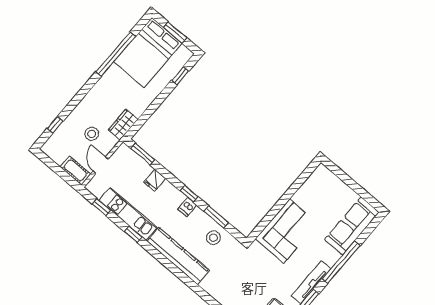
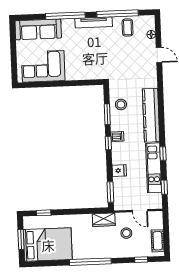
window: (116, 54) -> (90, 262), moved
door: (101, 165) -> (140, 211), hinge flipped
cot: (75, 170) -> (158, 241), moved
corner sofa: (287, 231) -> (43, 66), moved

